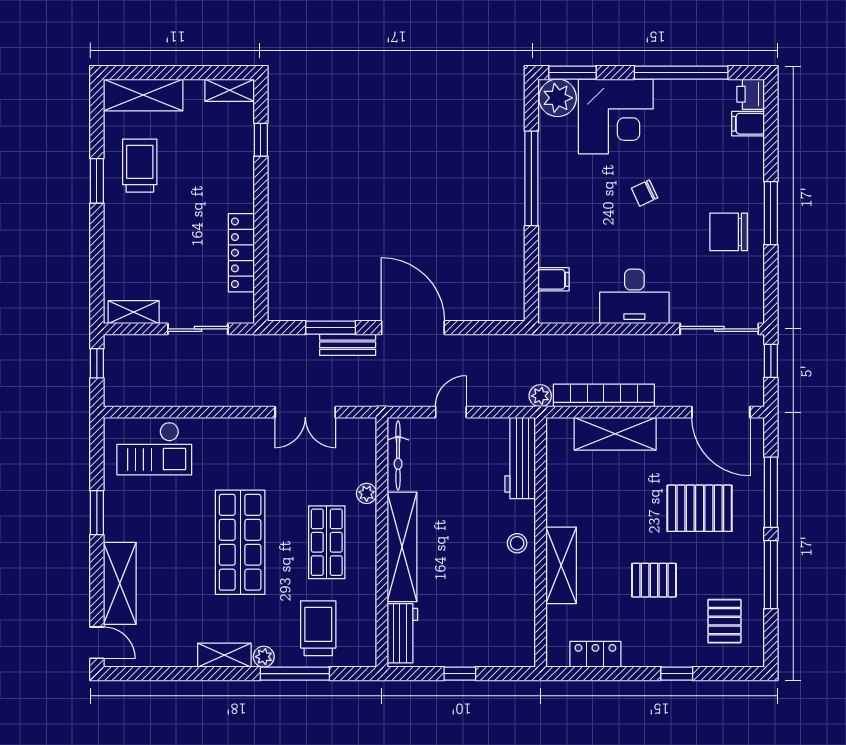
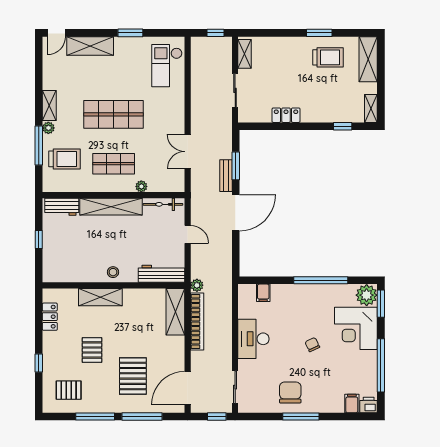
locker: (241, 253) -> (286, 115), width x0.66
sliding door: (719, 329) -> (235, 387), width x0.73
shelving: (615, 434) -> (175, 312), moved

